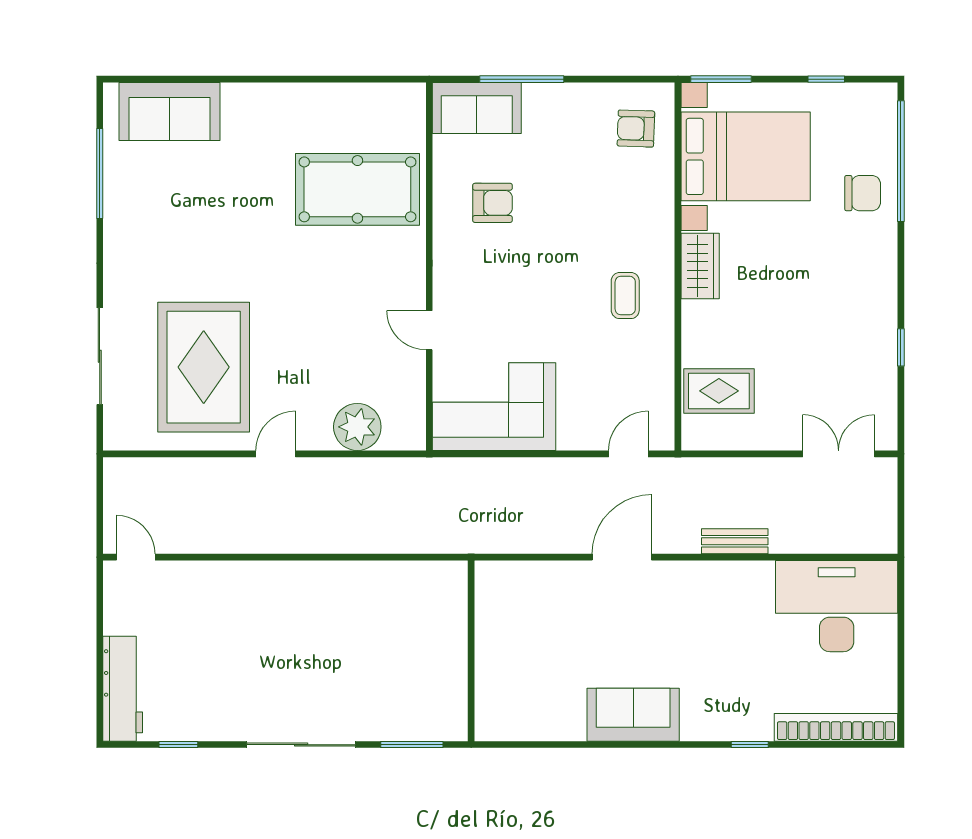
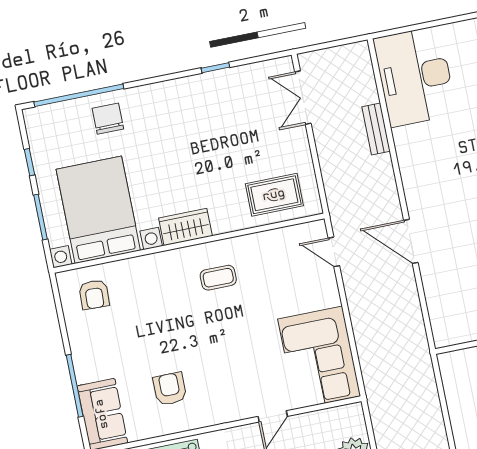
window: (721, 79) -> (41, 217), moved
rug: (719, 391) -> (274, 195), turned 90
bench: (735, 541) -> (376, 129), moved

